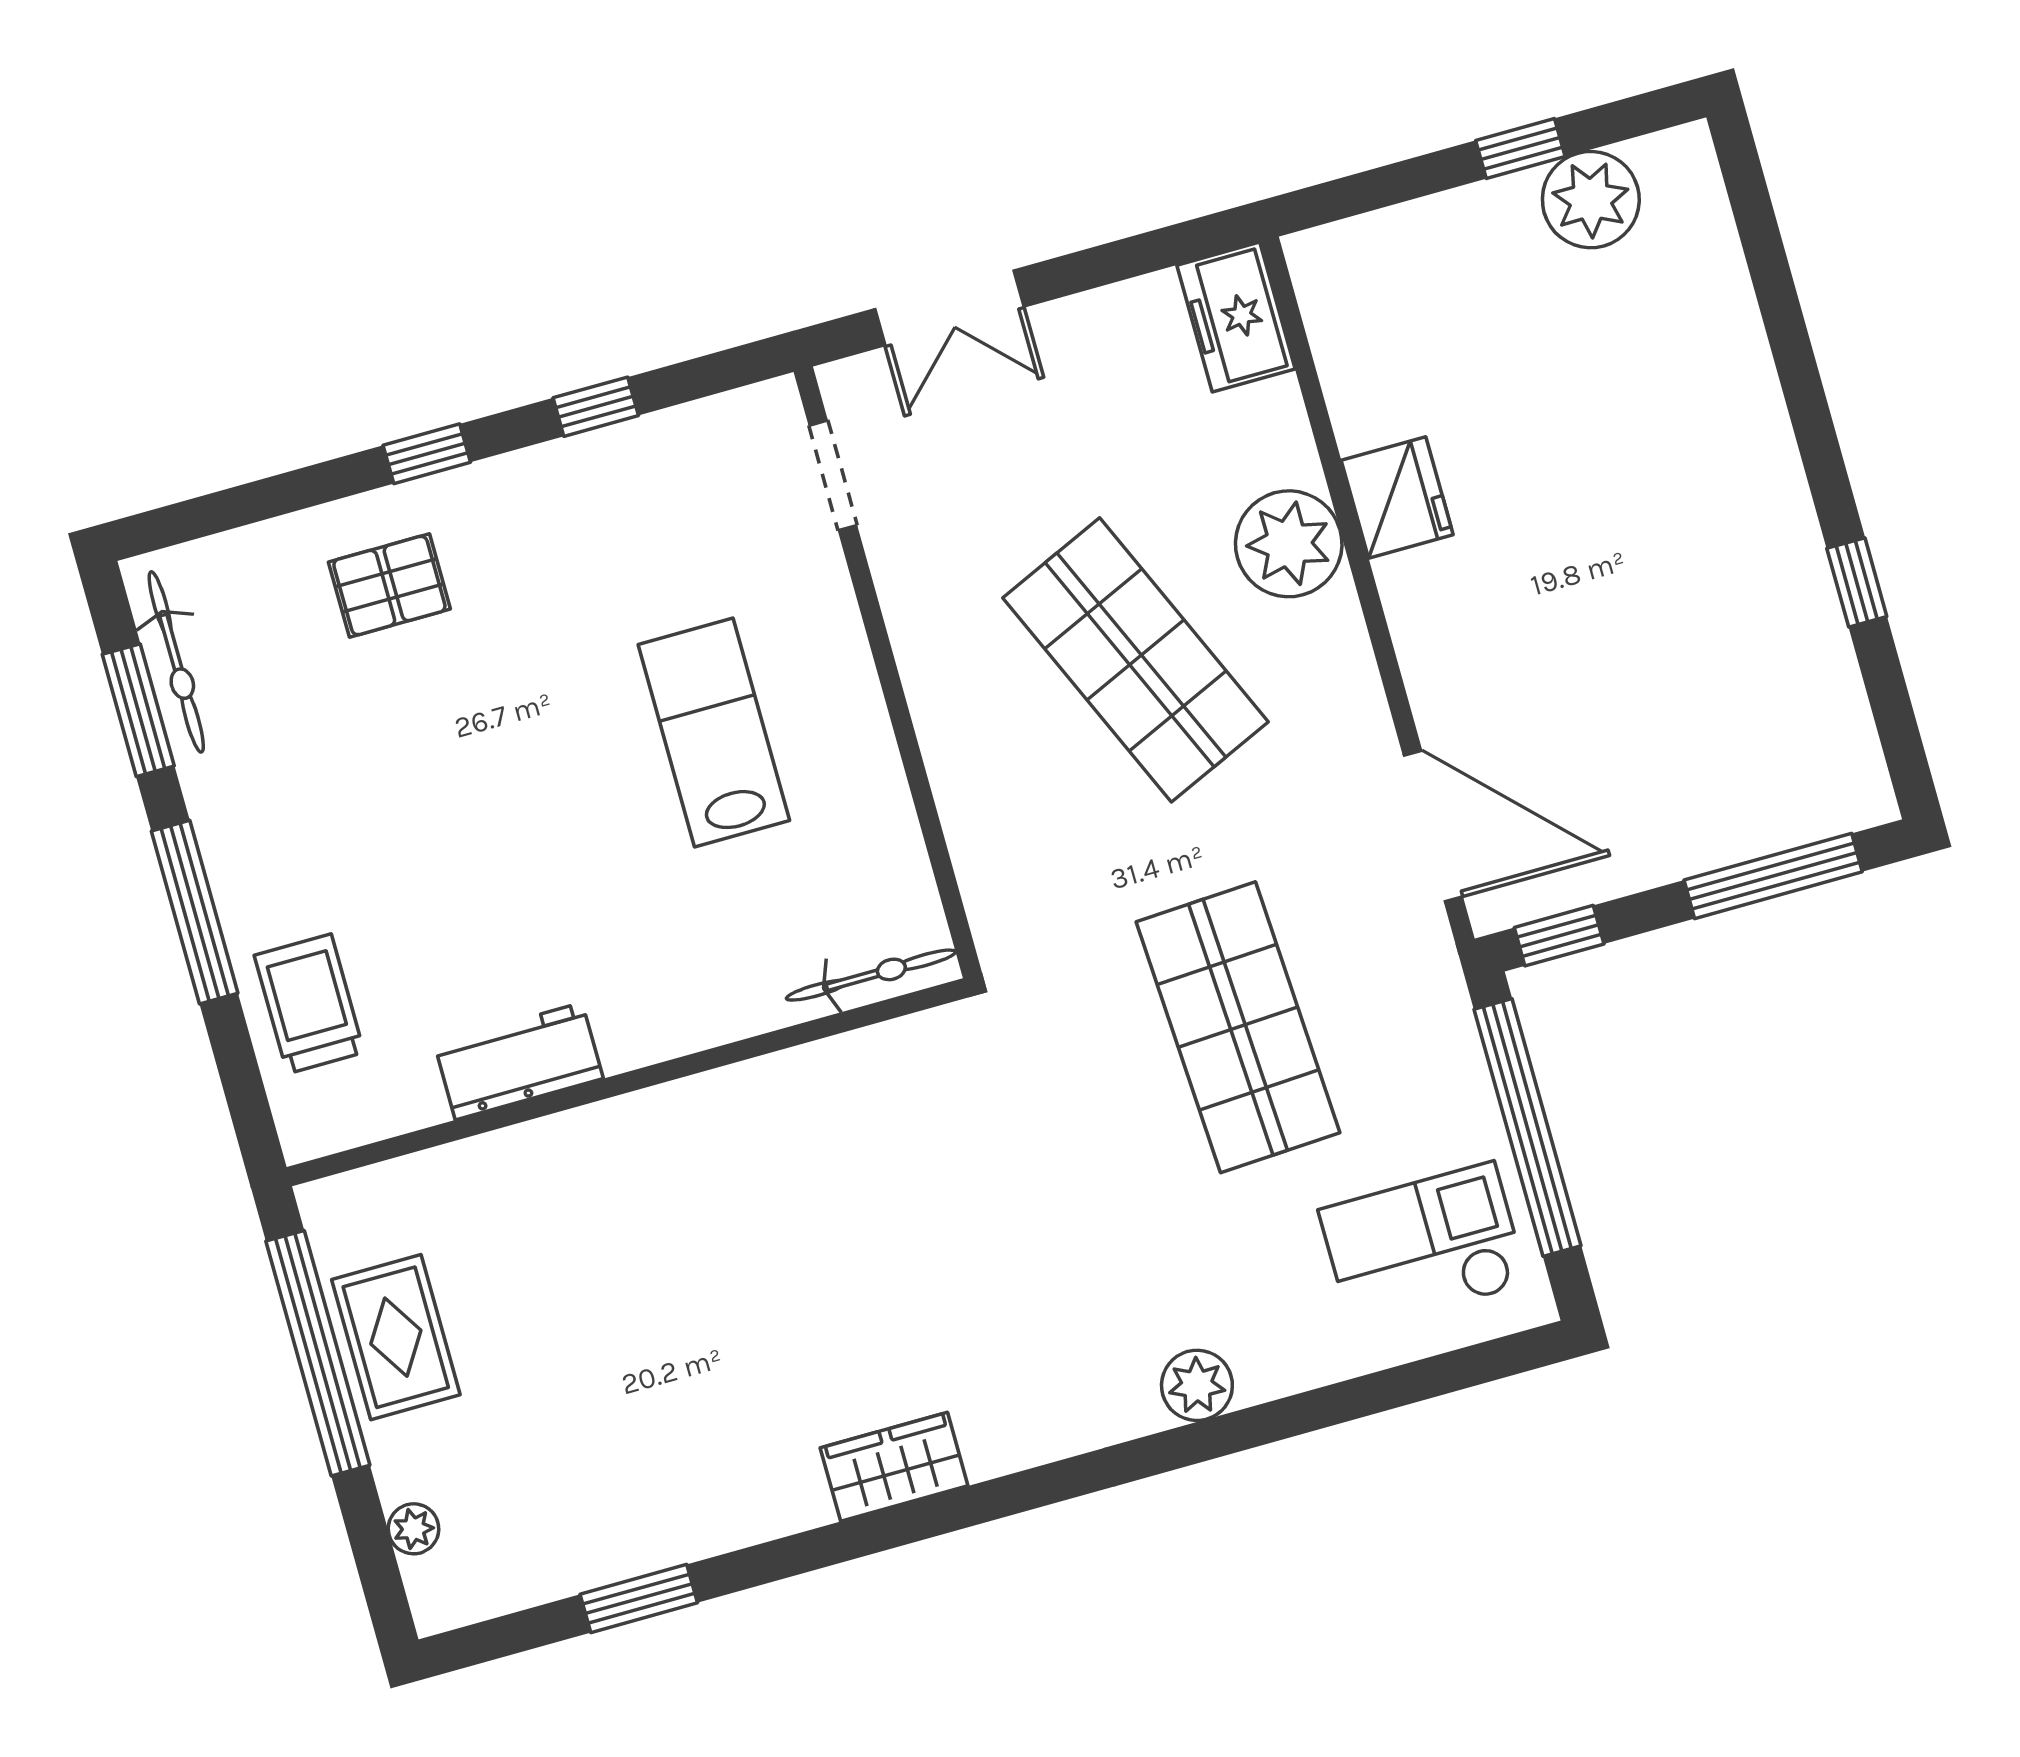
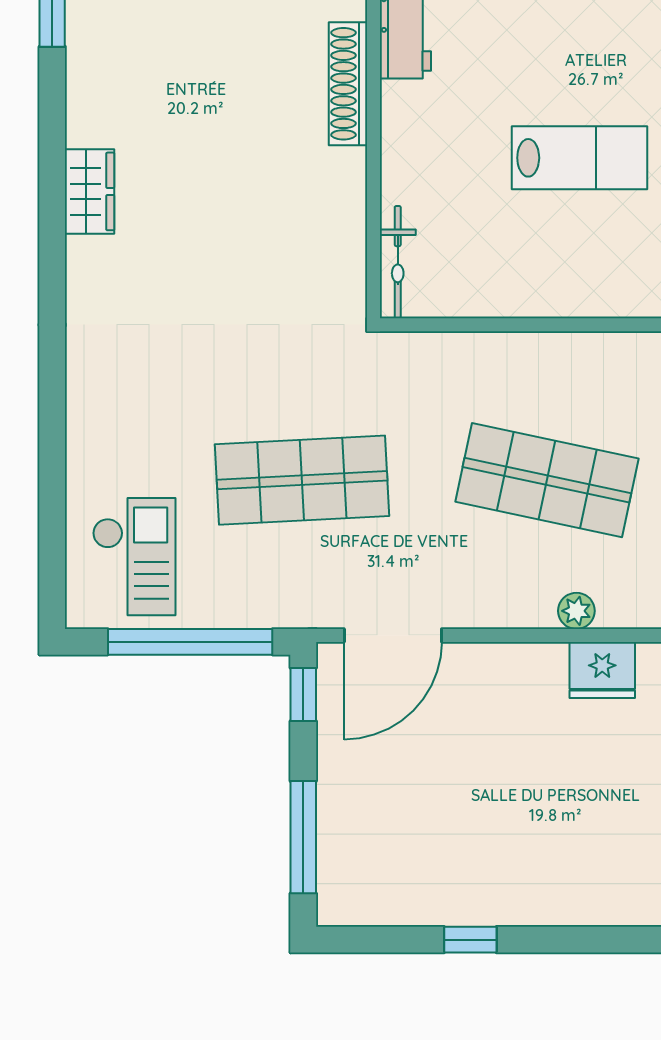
plant: (1289, 544) -> (576, 611), width x0.53, depth x0.53
shop shelf: (1135, 660) -> (547, 480), turned 36
lab bench: (714, 733) -> (580, 158), moved
shoe rack: (624, 1124) -> (348, 84), added
plant: (1197, 1385) -> (88, 393), removed

